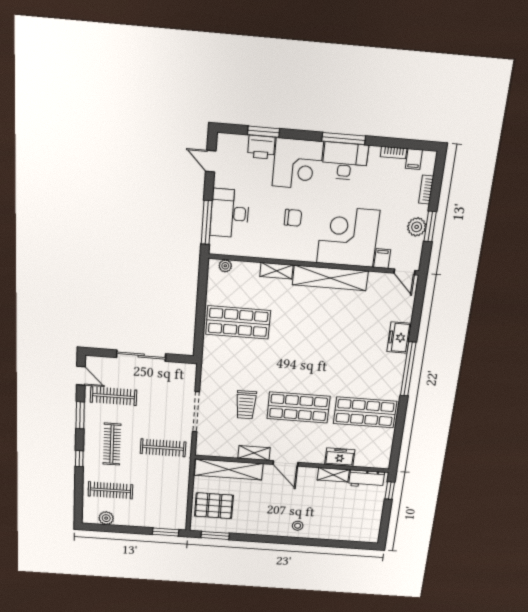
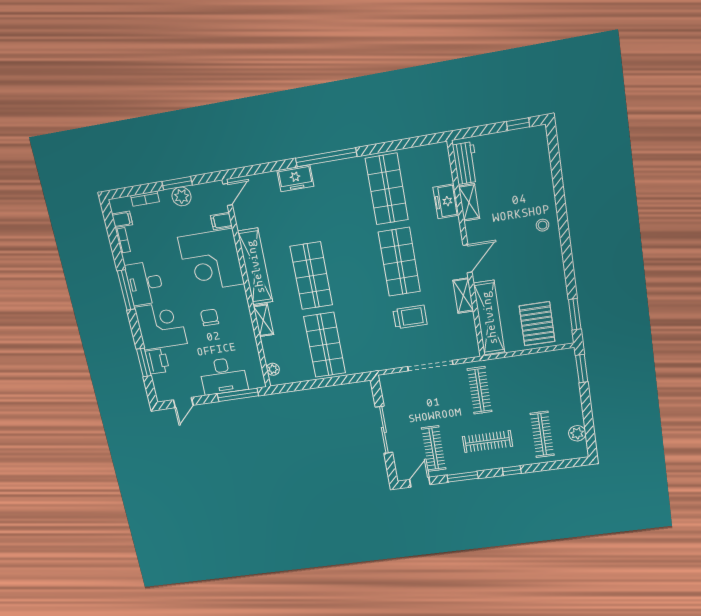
shop shelf: (307, 328) -> (311, 276), added
window: (390, 490) -> (518, 124), moved

